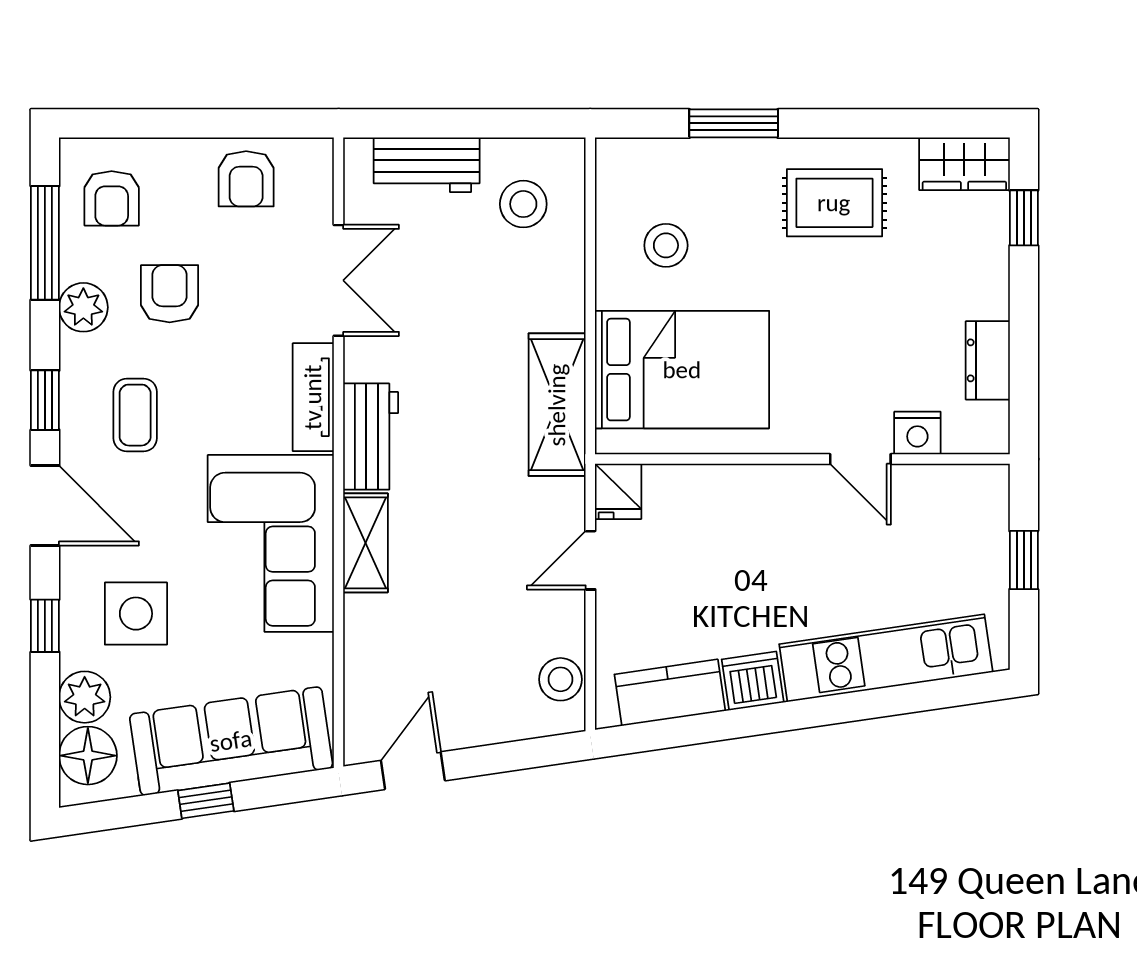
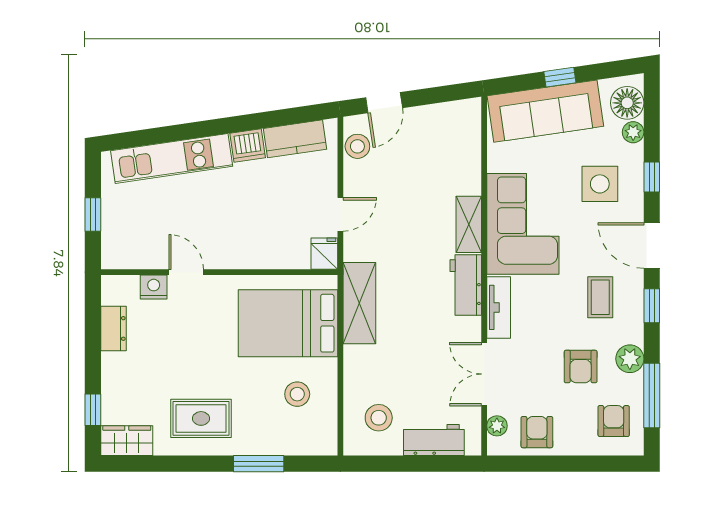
plant: (316, 190) -> (497, 426), added
plant: (85, 697) -> (633, 132), width x0.73, depth x0.73
door: (413, 771) -> (384, 103), moved

